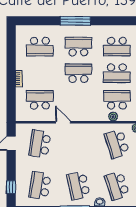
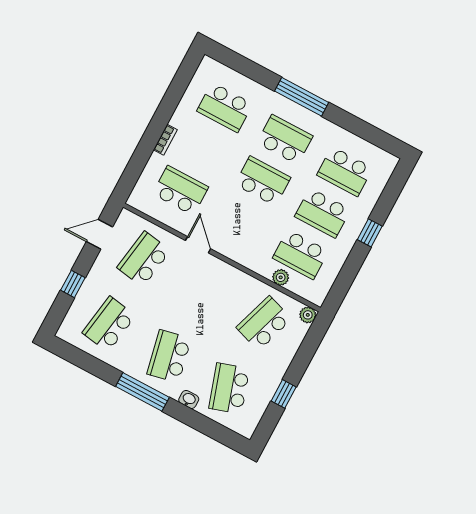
school desk: (117, 100) -> (300, 254), turned 180
school desk: (117, 144) -> (264, 323), turned 36
window: (11, 187) -> (73, 284), moved

